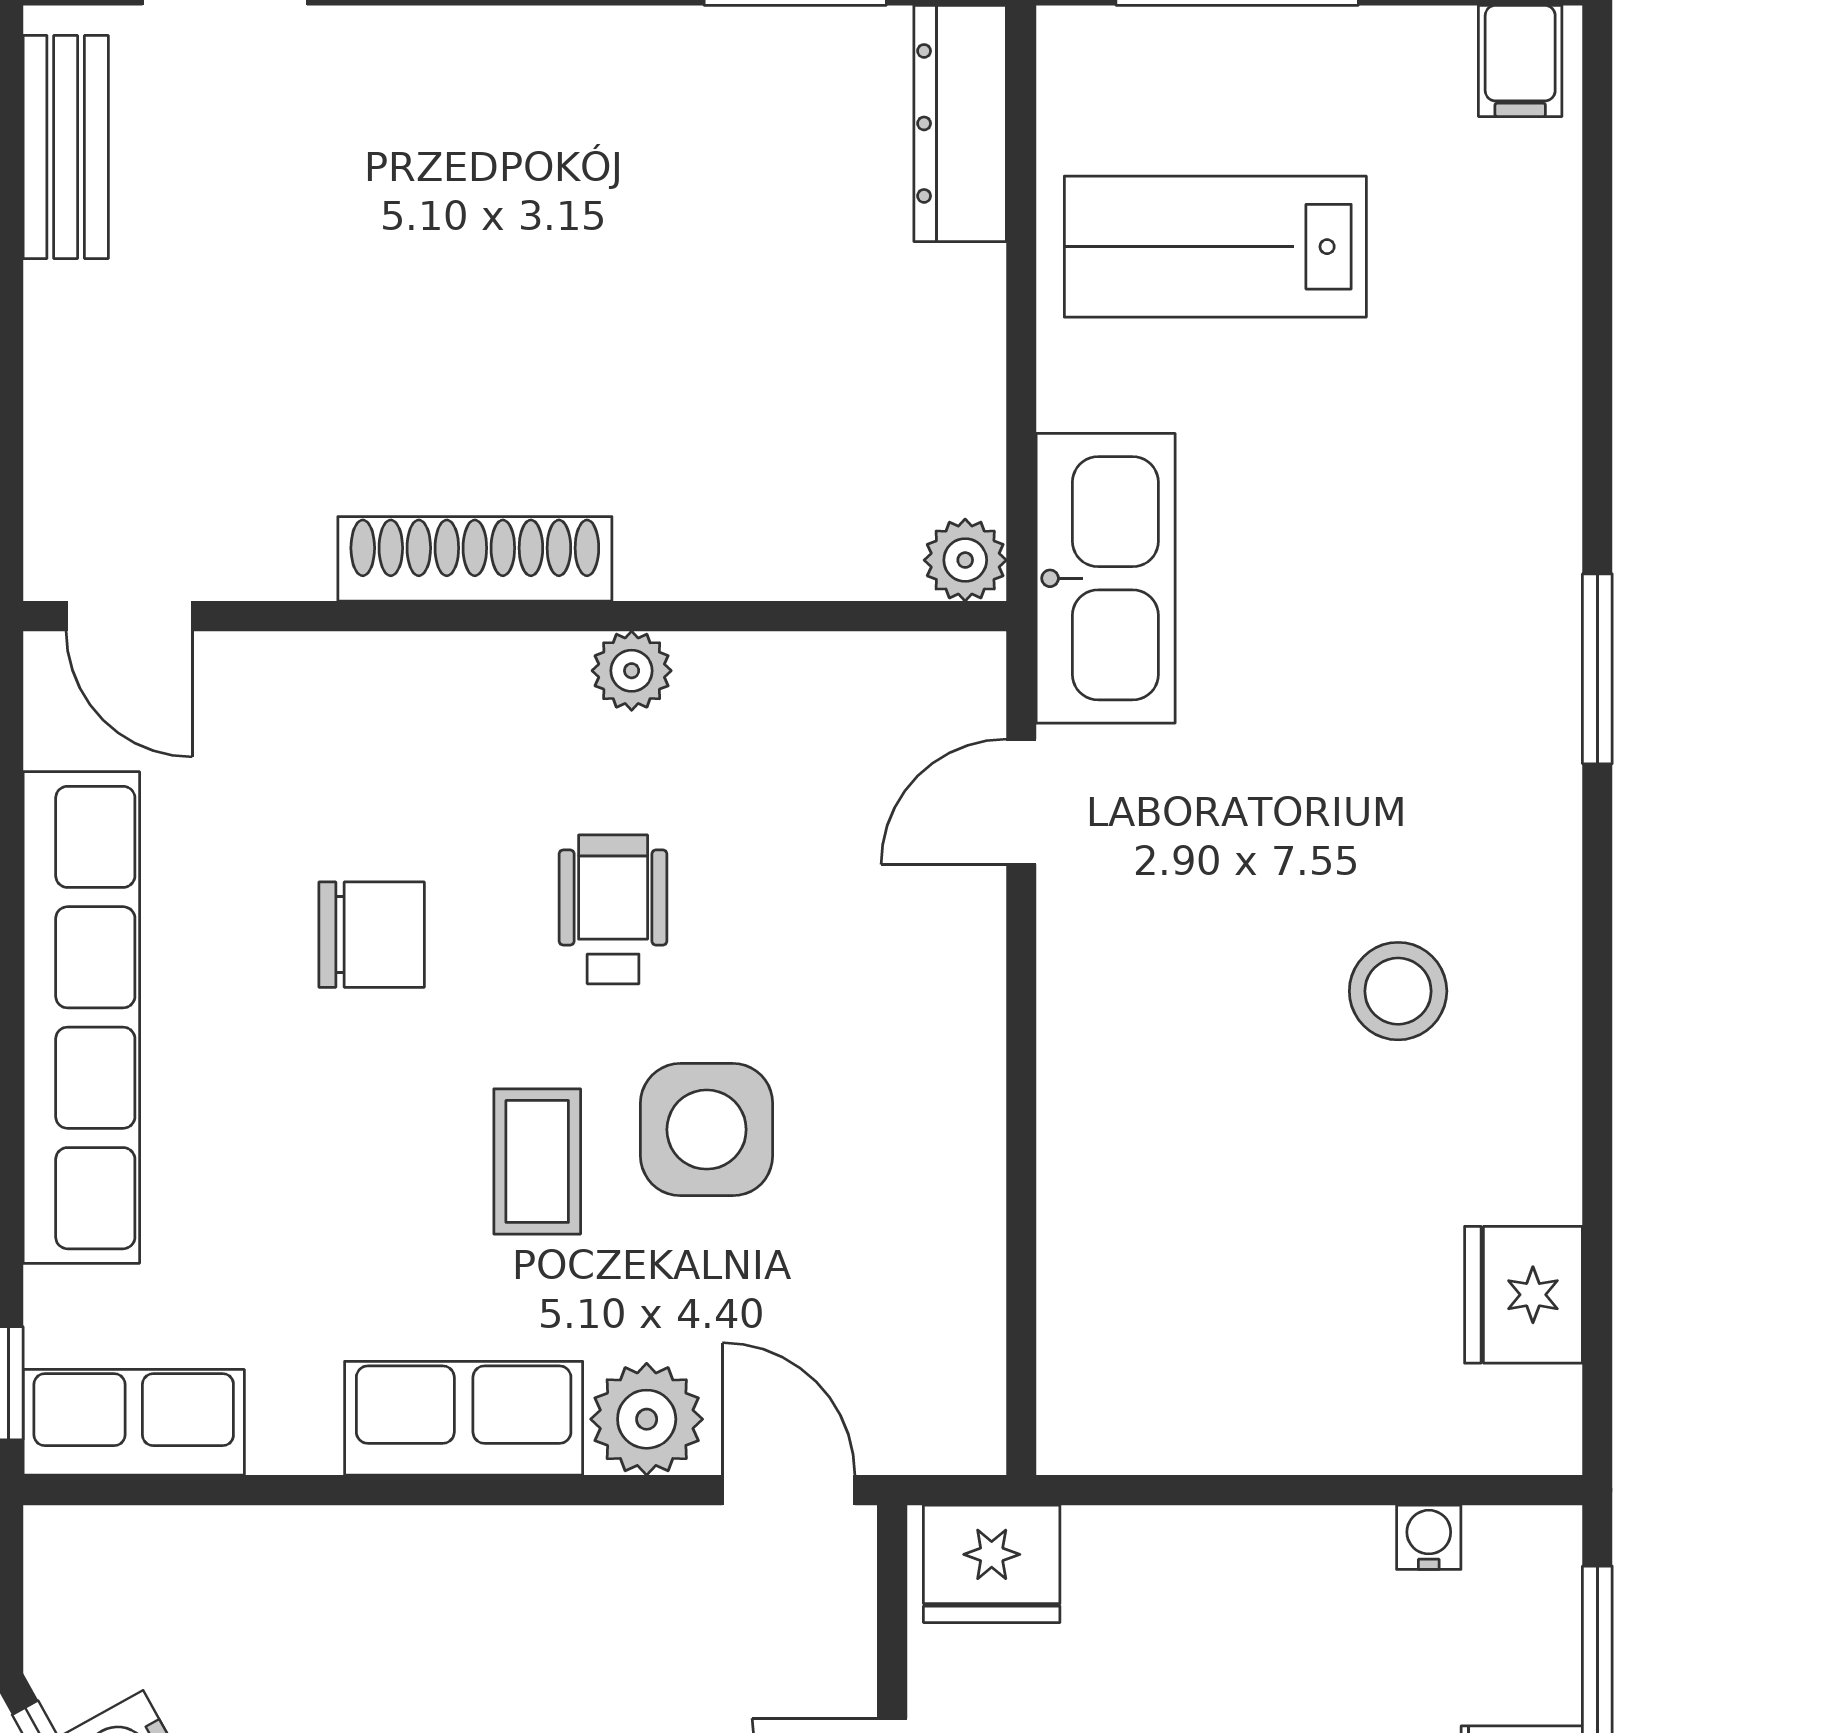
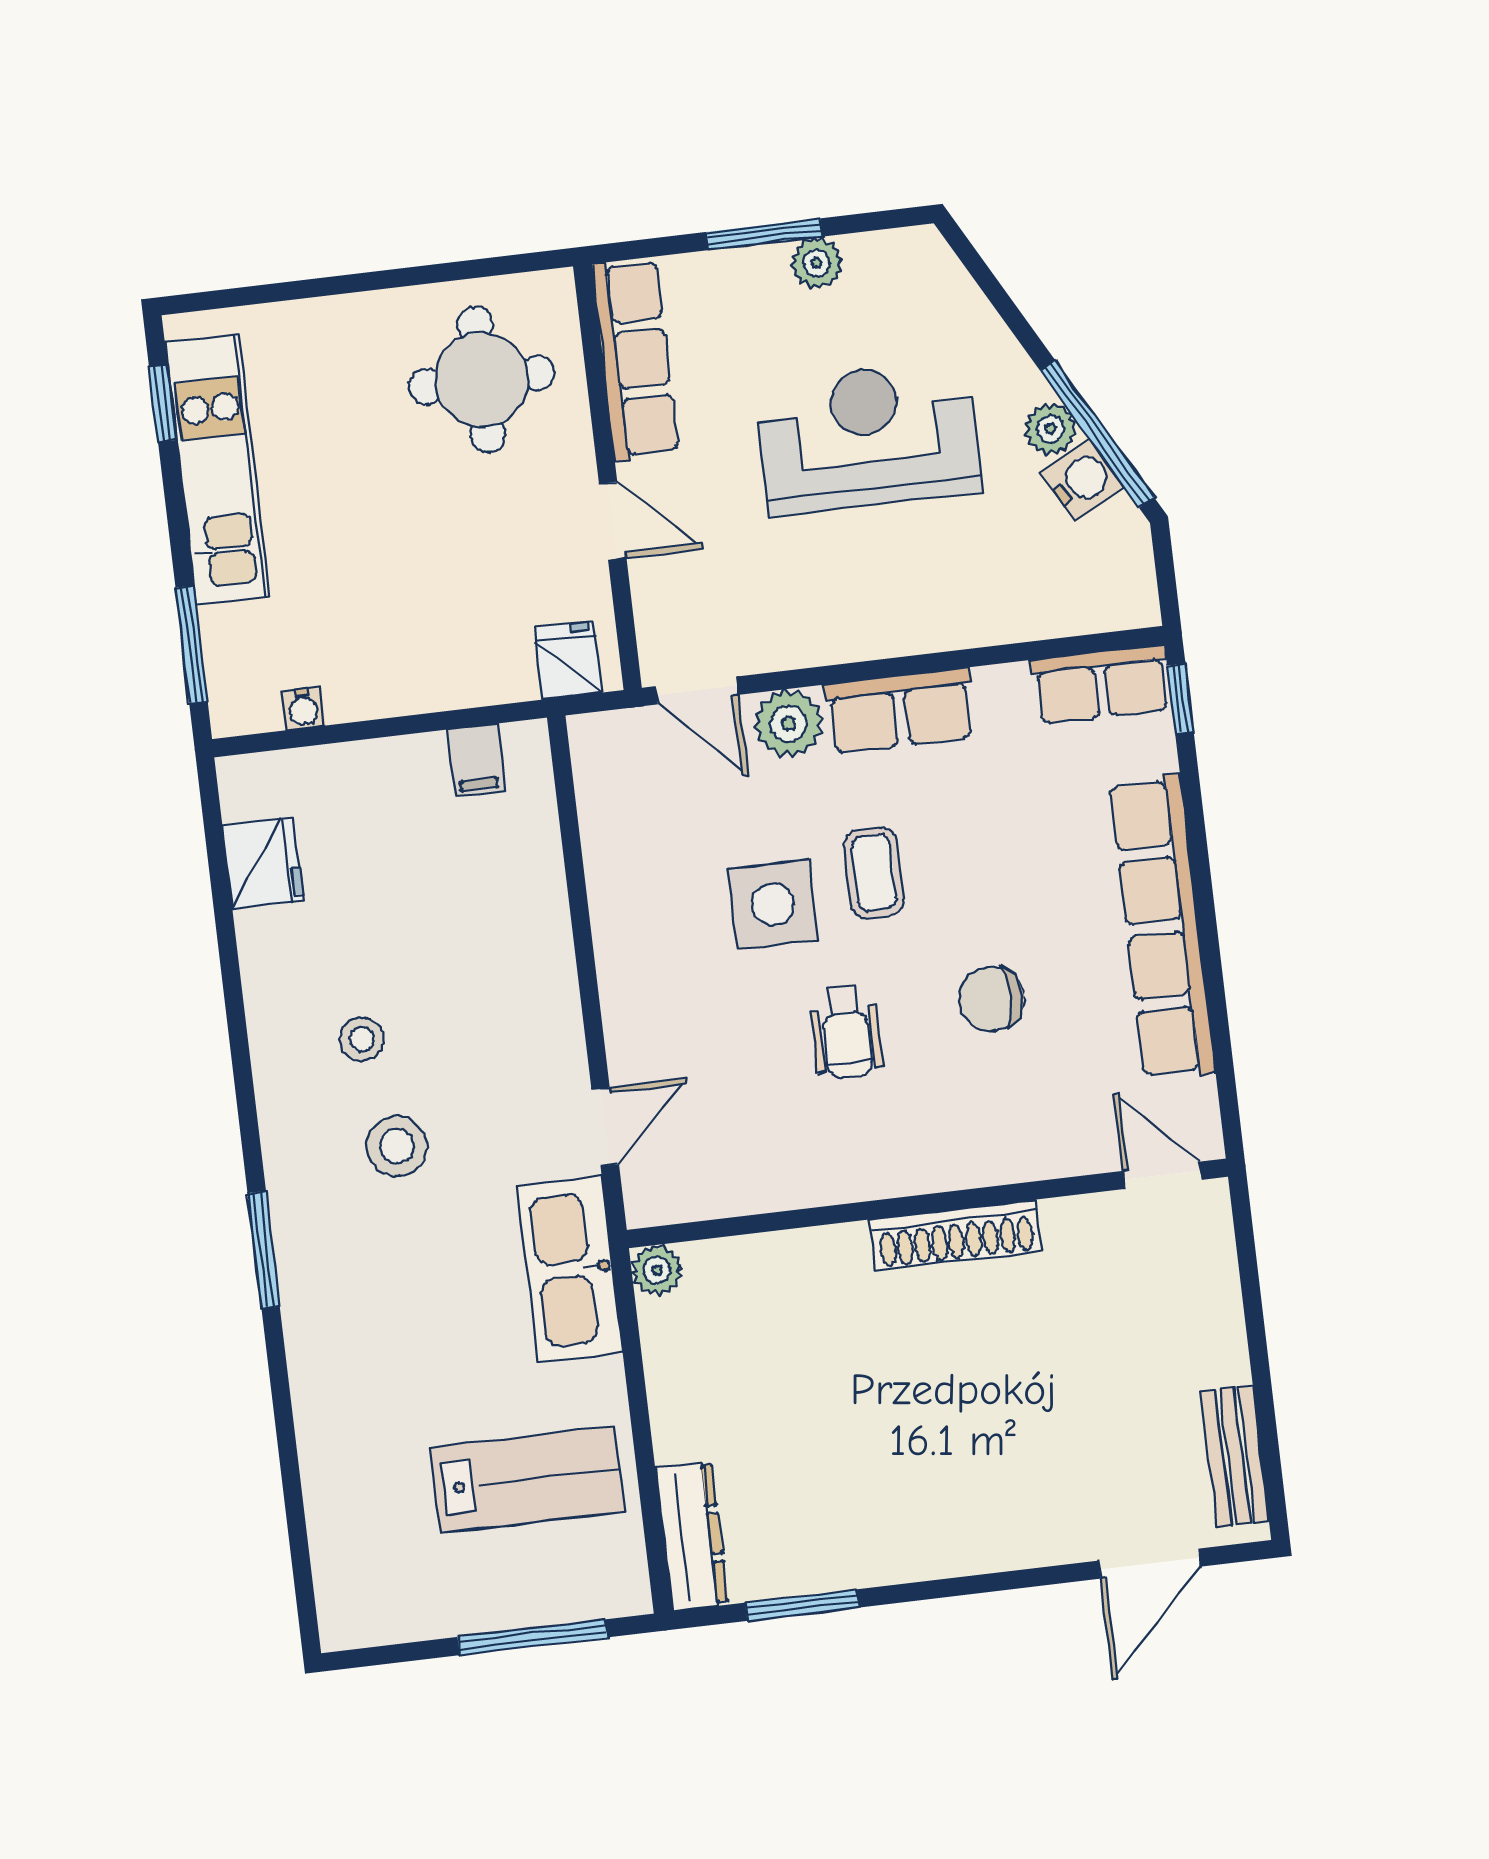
filing cabinet: (1520, 61) -> (476, 760), moved, turned 180
plant: (632, 671) -> (852, 1179), removed
stool: (1362, 811) -> (397, 1146), added
stool: (1398, 991) -> (362, 1039), width x0.73, depth x0.73
fridge: (992, 1564) -> (568, 660), width x0.72

